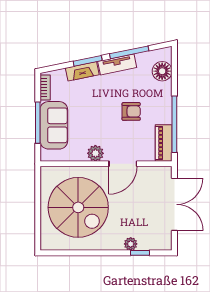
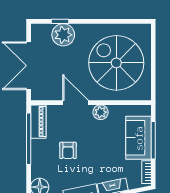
armchair: (131, 111) -> (68, 150), turned -90
door: (123, 164) -> (76, 103), hinge flipped
plant: (131, 244) -> (63, 35), width x1.88, depth x1.88

